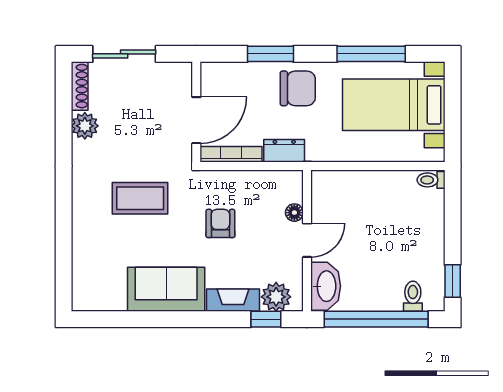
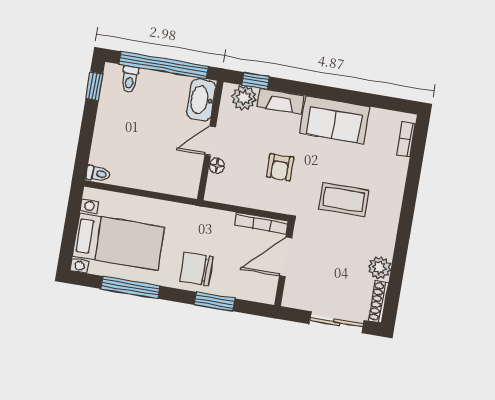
dresser: (284, 151) -> (217, 219), removed
bookcase: (79, 281) -> (406, 139), added

